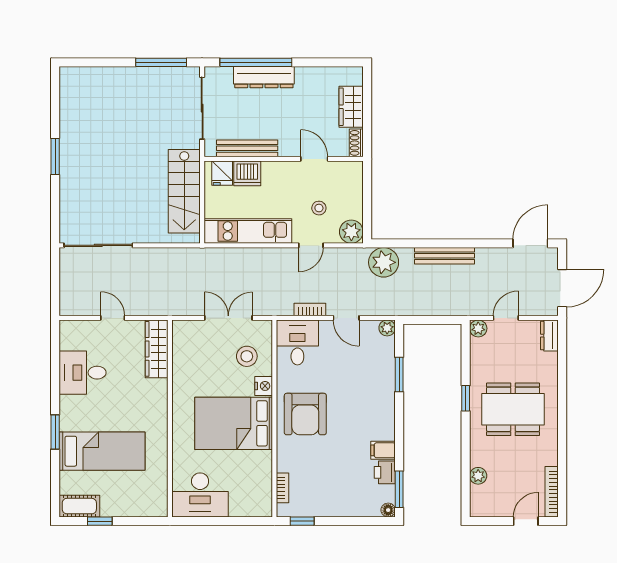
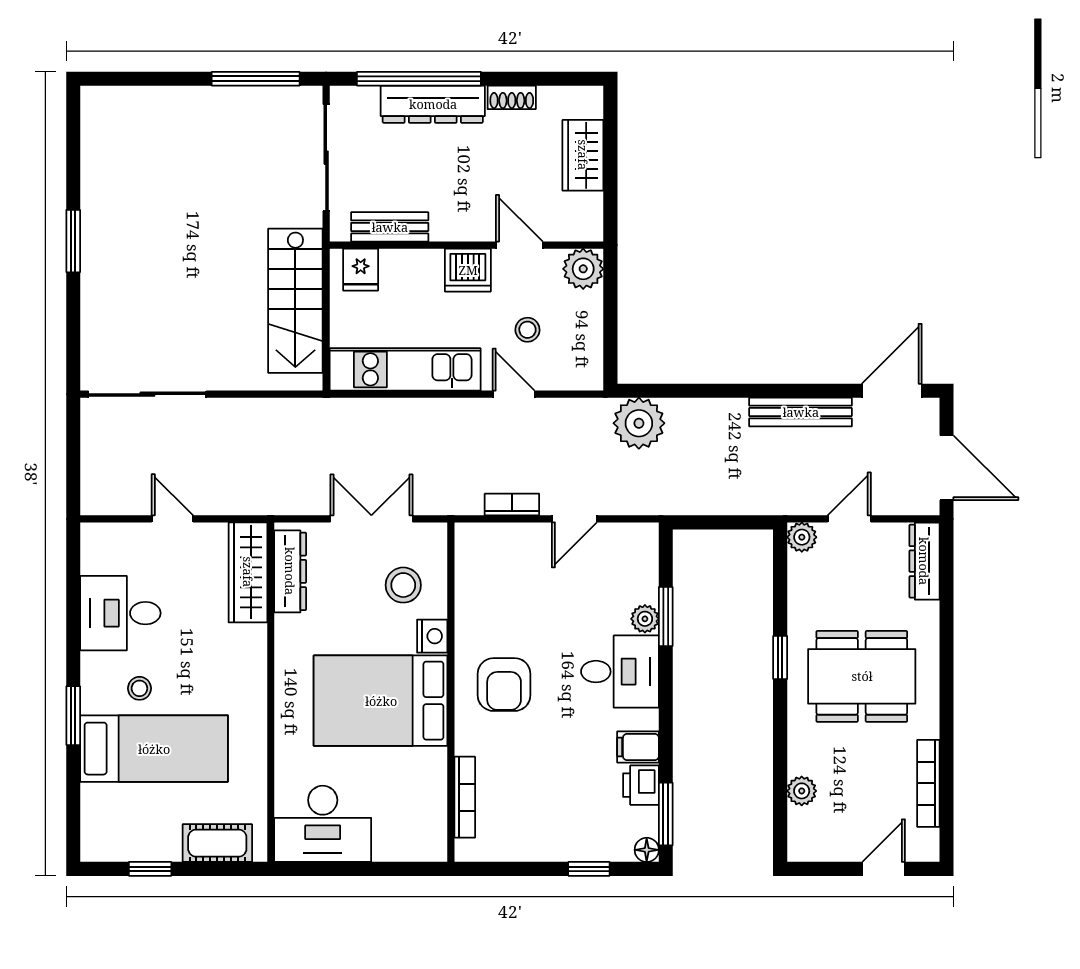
shoe rack: (356, 143) -> (512, 97), moved, turned -90
bench: (247, 148) -> (390, 227), width x0.73
dishwasher: (247, 173) -> (468, 270), moved
plant: (351, 232) -> (583, 269), moved
door: (311, 245) -> (514, 394), swing flipped
bench: (444, 256) -> (801, 412), moved
door: (562, 288) -> (946, 468), hinge flipped
door: (346, 318) -> (574, 519), hinge flipped
plant: (387, 328) -> (645, 619), moved
dresser: (549, 336) -> (924, 561), width x1.44
desk: (297, 342) -> (620, 672), moved, turned 90
dresser: (181, 348) -> (290, 571), added
armchair: (305, 414) -> (504, 685), width x0.73, depth x0.73
stool: (94, 416) -> (139, 688), added
bookcase: (283, 488) -> (465, 797), width x1.56
bookcase: (552, 492) -> (928, 783), moved
cot: (79, 506) -> (217, 843), moved
window: (302, 521) -> (589, 869), moved

